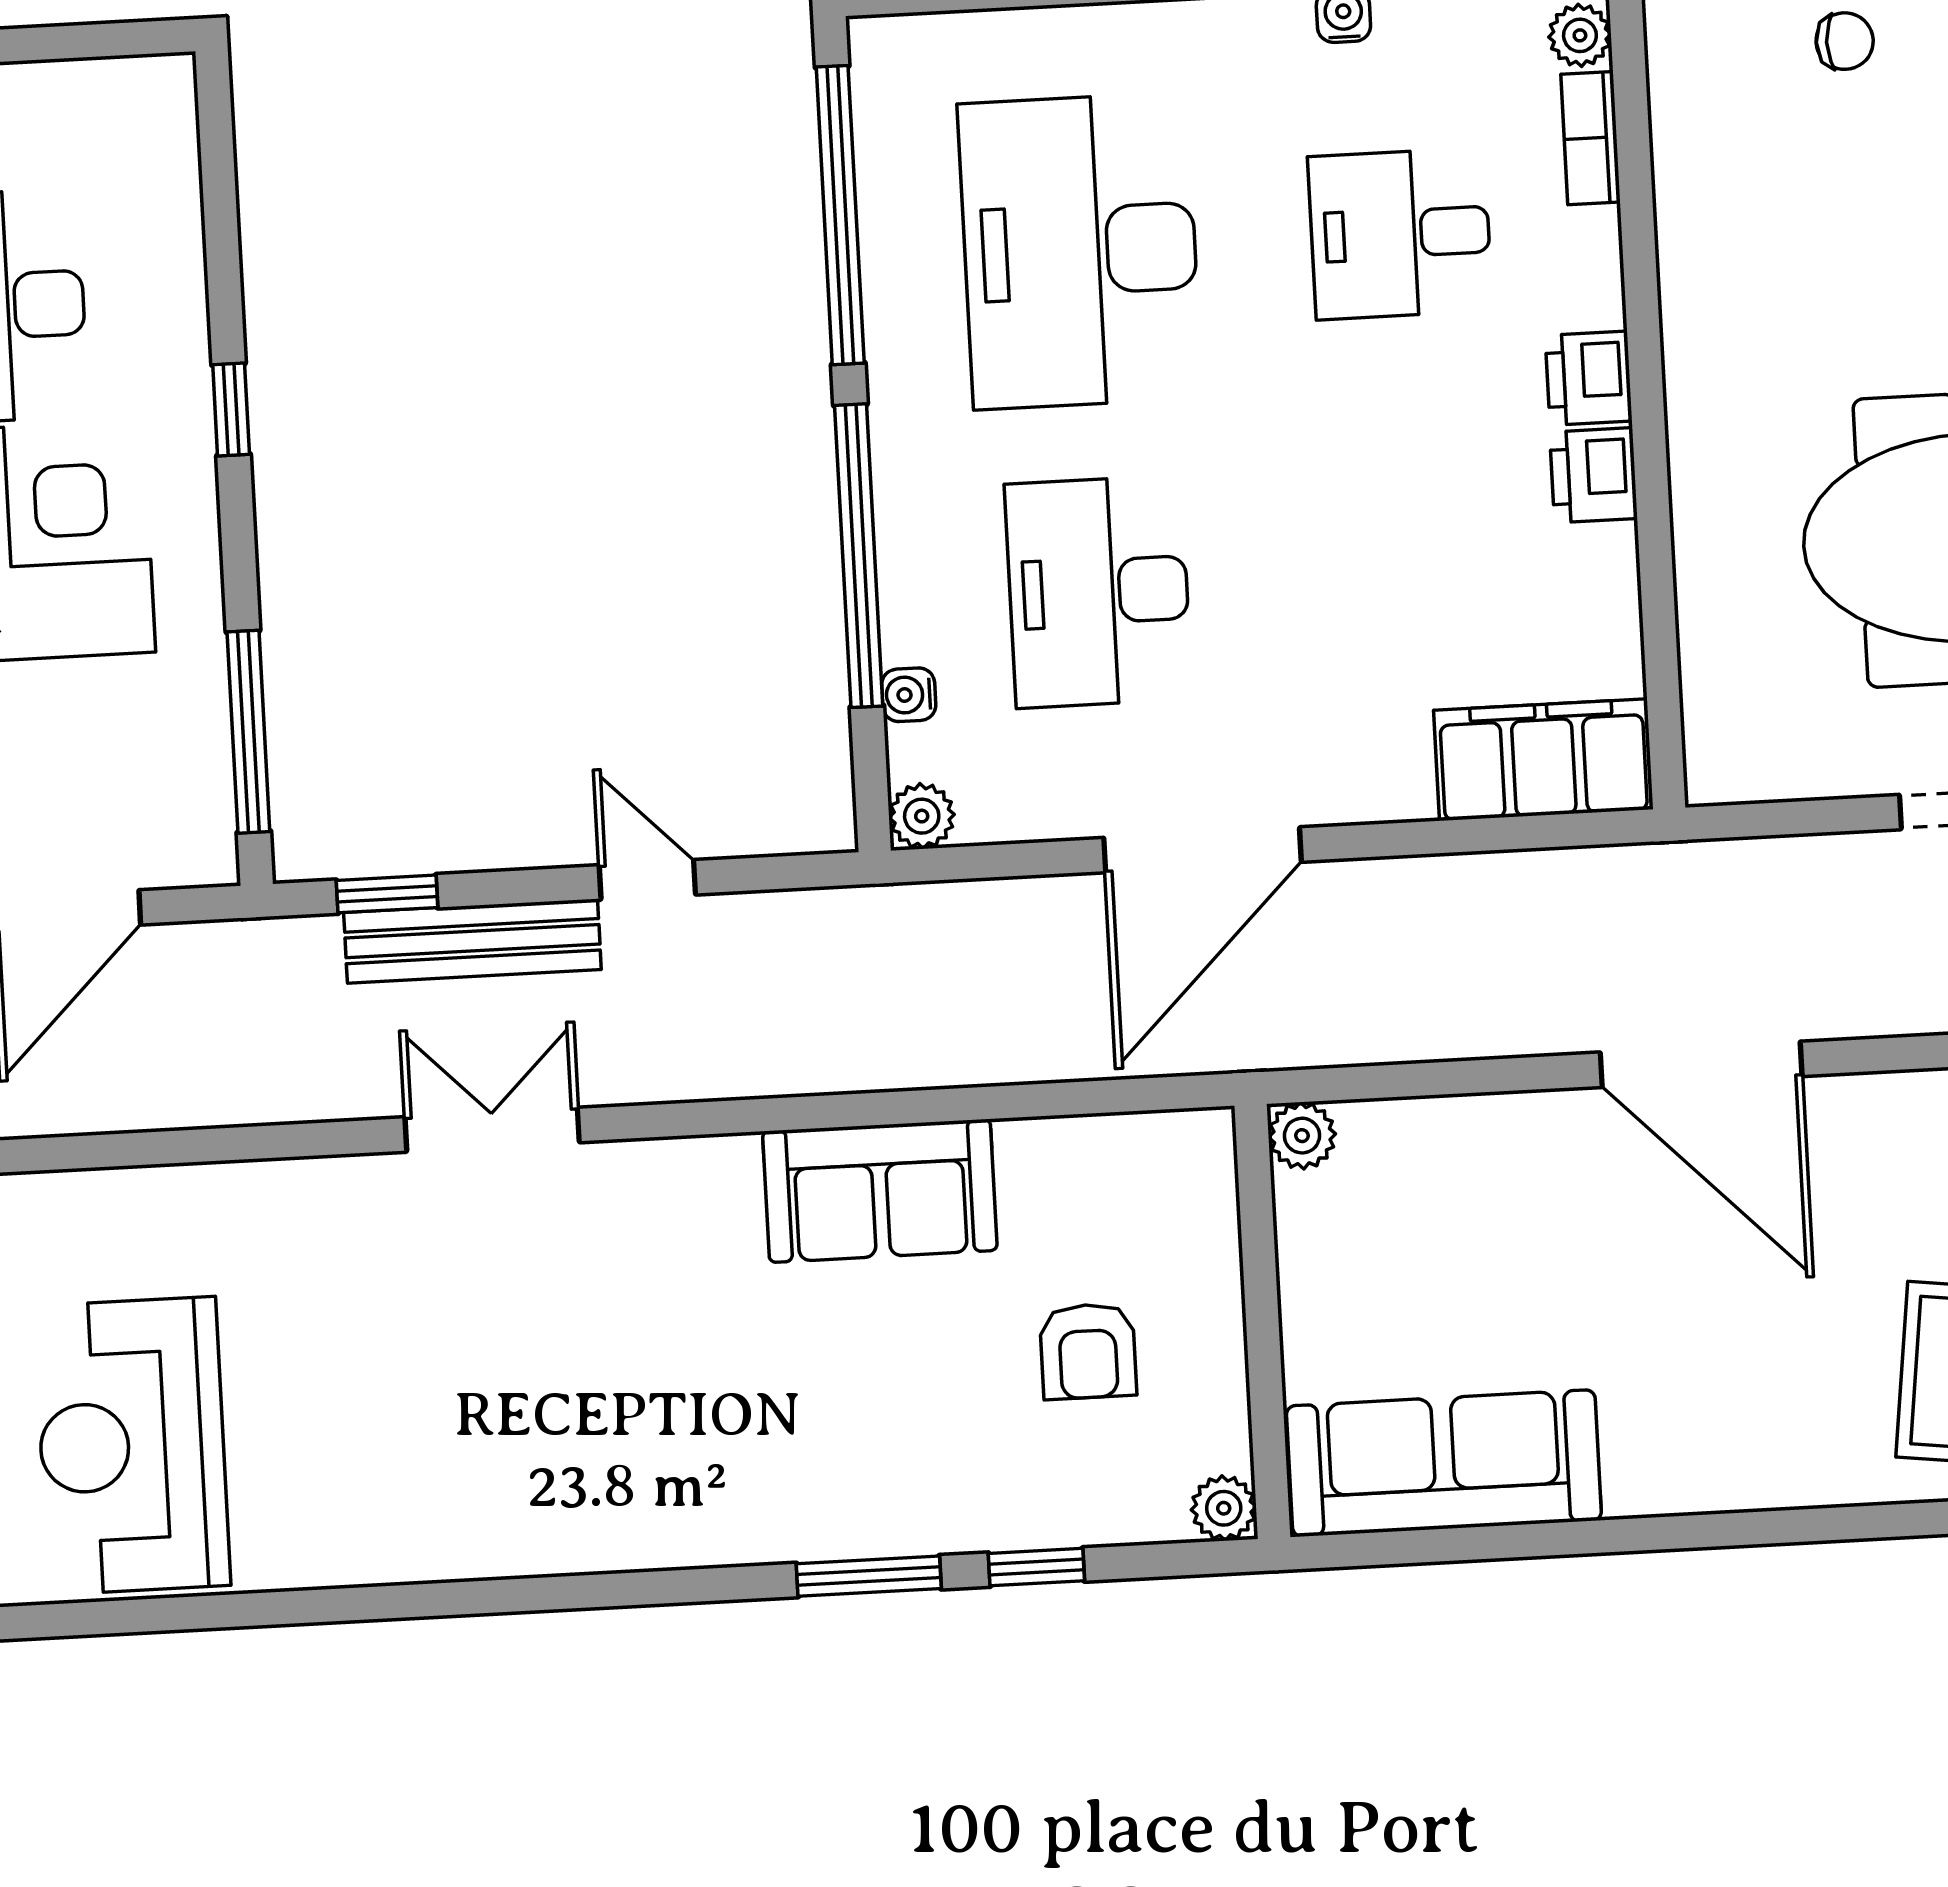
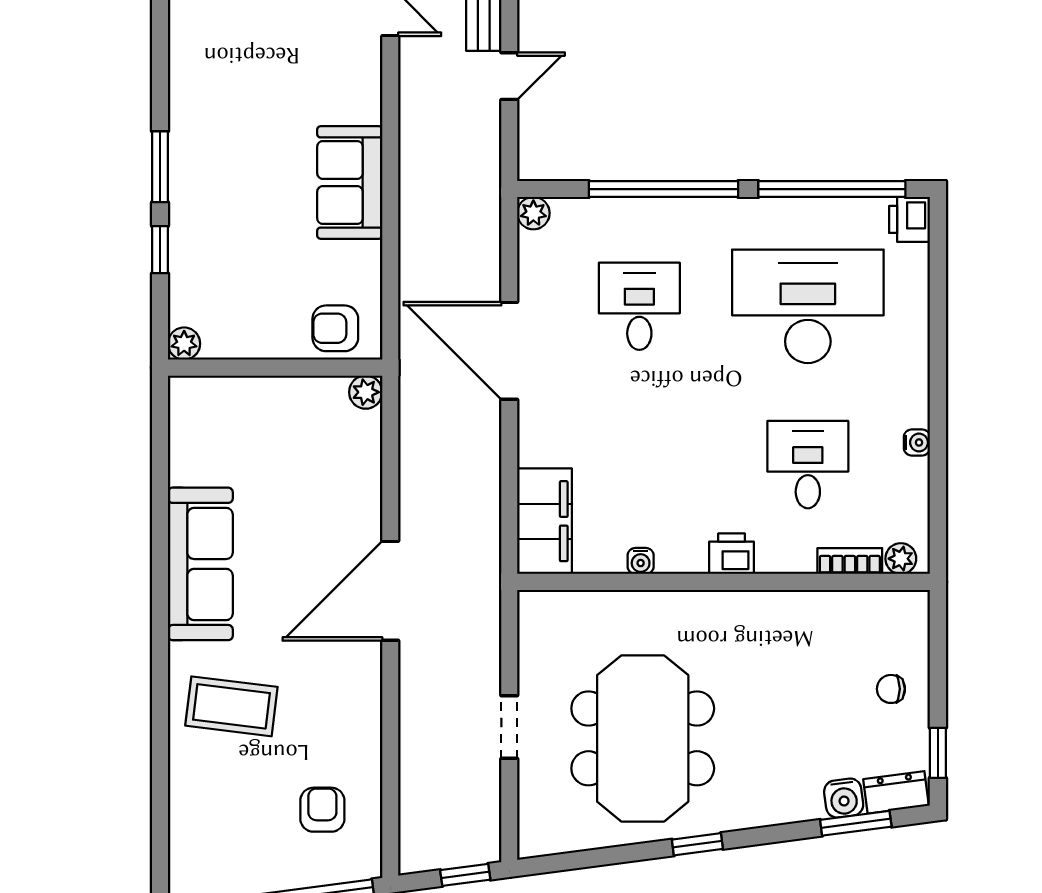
chair: (1845, 41) -> (891, 689), turned 90
printer: (1594, 475) -> (909, 219), moved, turned -90
desk: (1098, 592) -> (639, 306), width x0.73
water cooler: (909, 695) -> (641, 561), moved, turned 180
armchair: (1088, 1351) -> (335, 328), moved
sofa: (1444, 1463) -> (200, 564), moved

